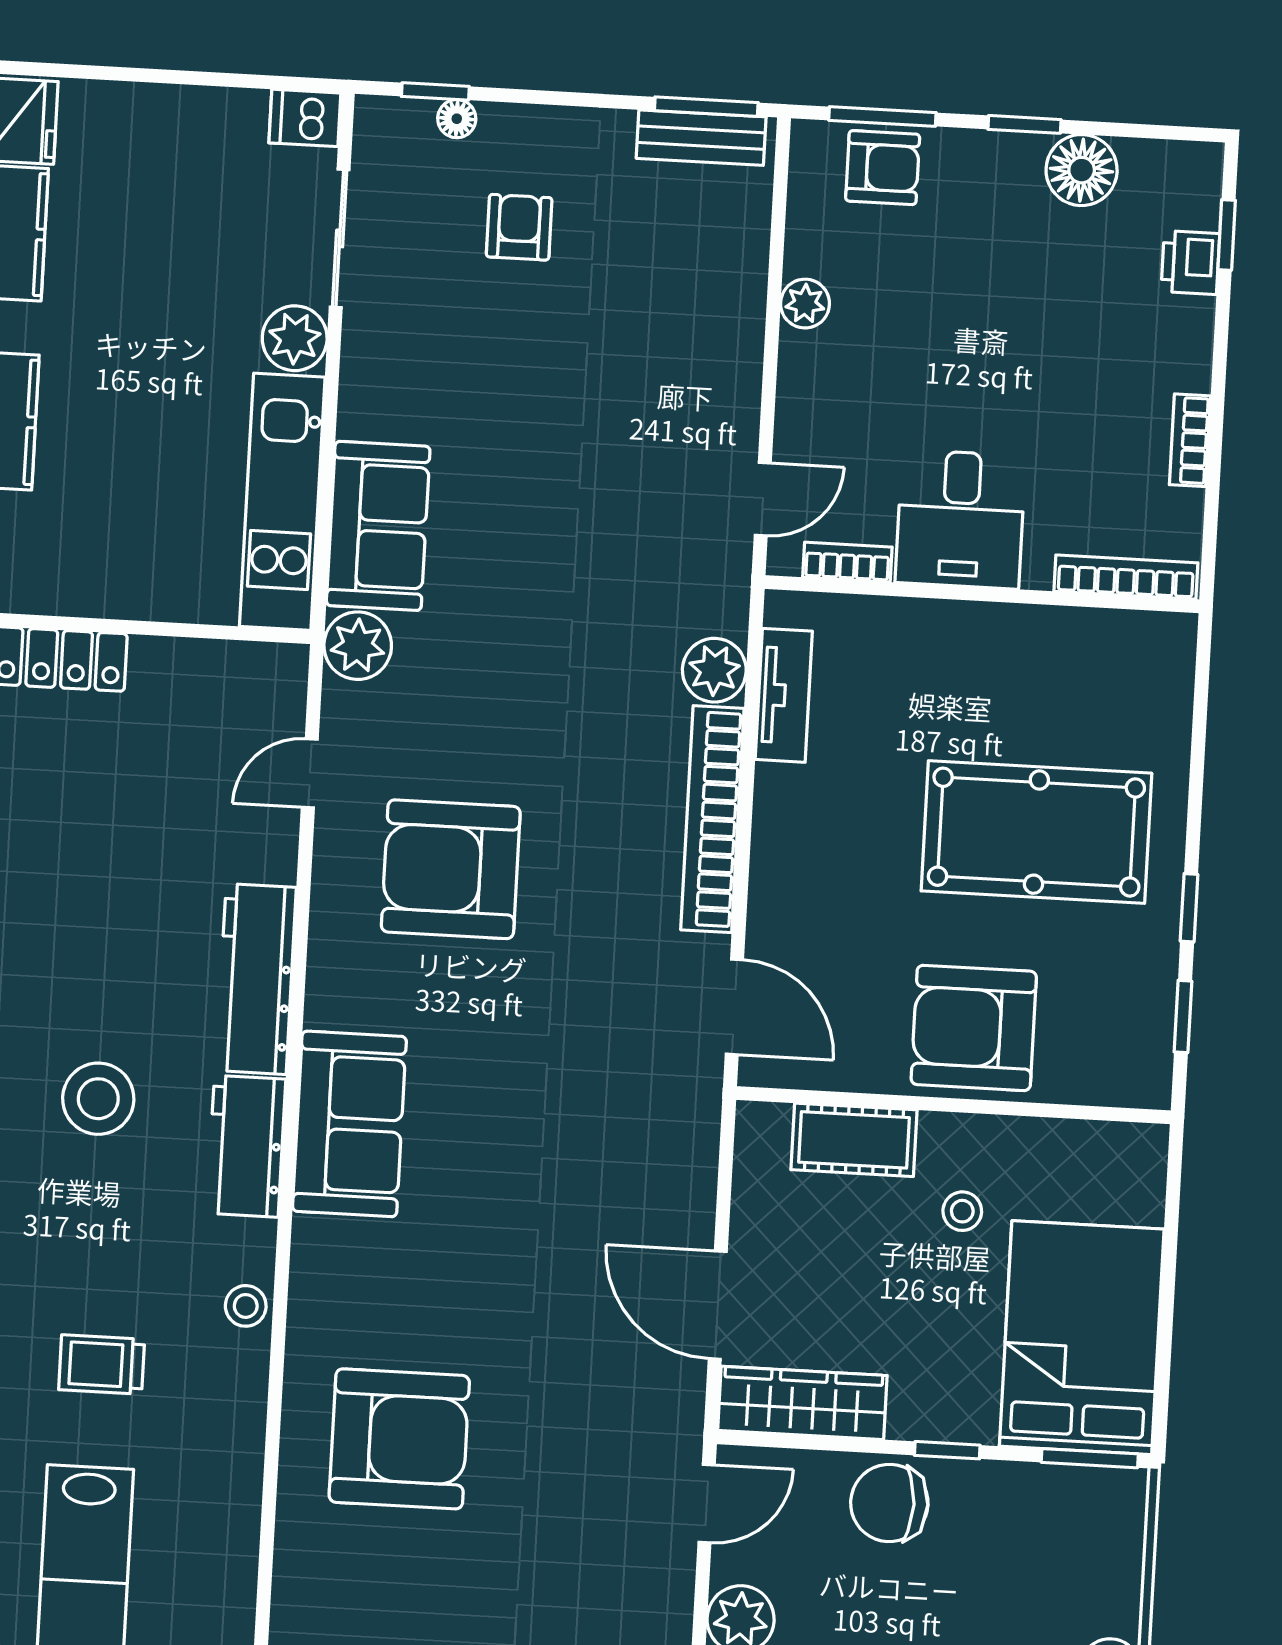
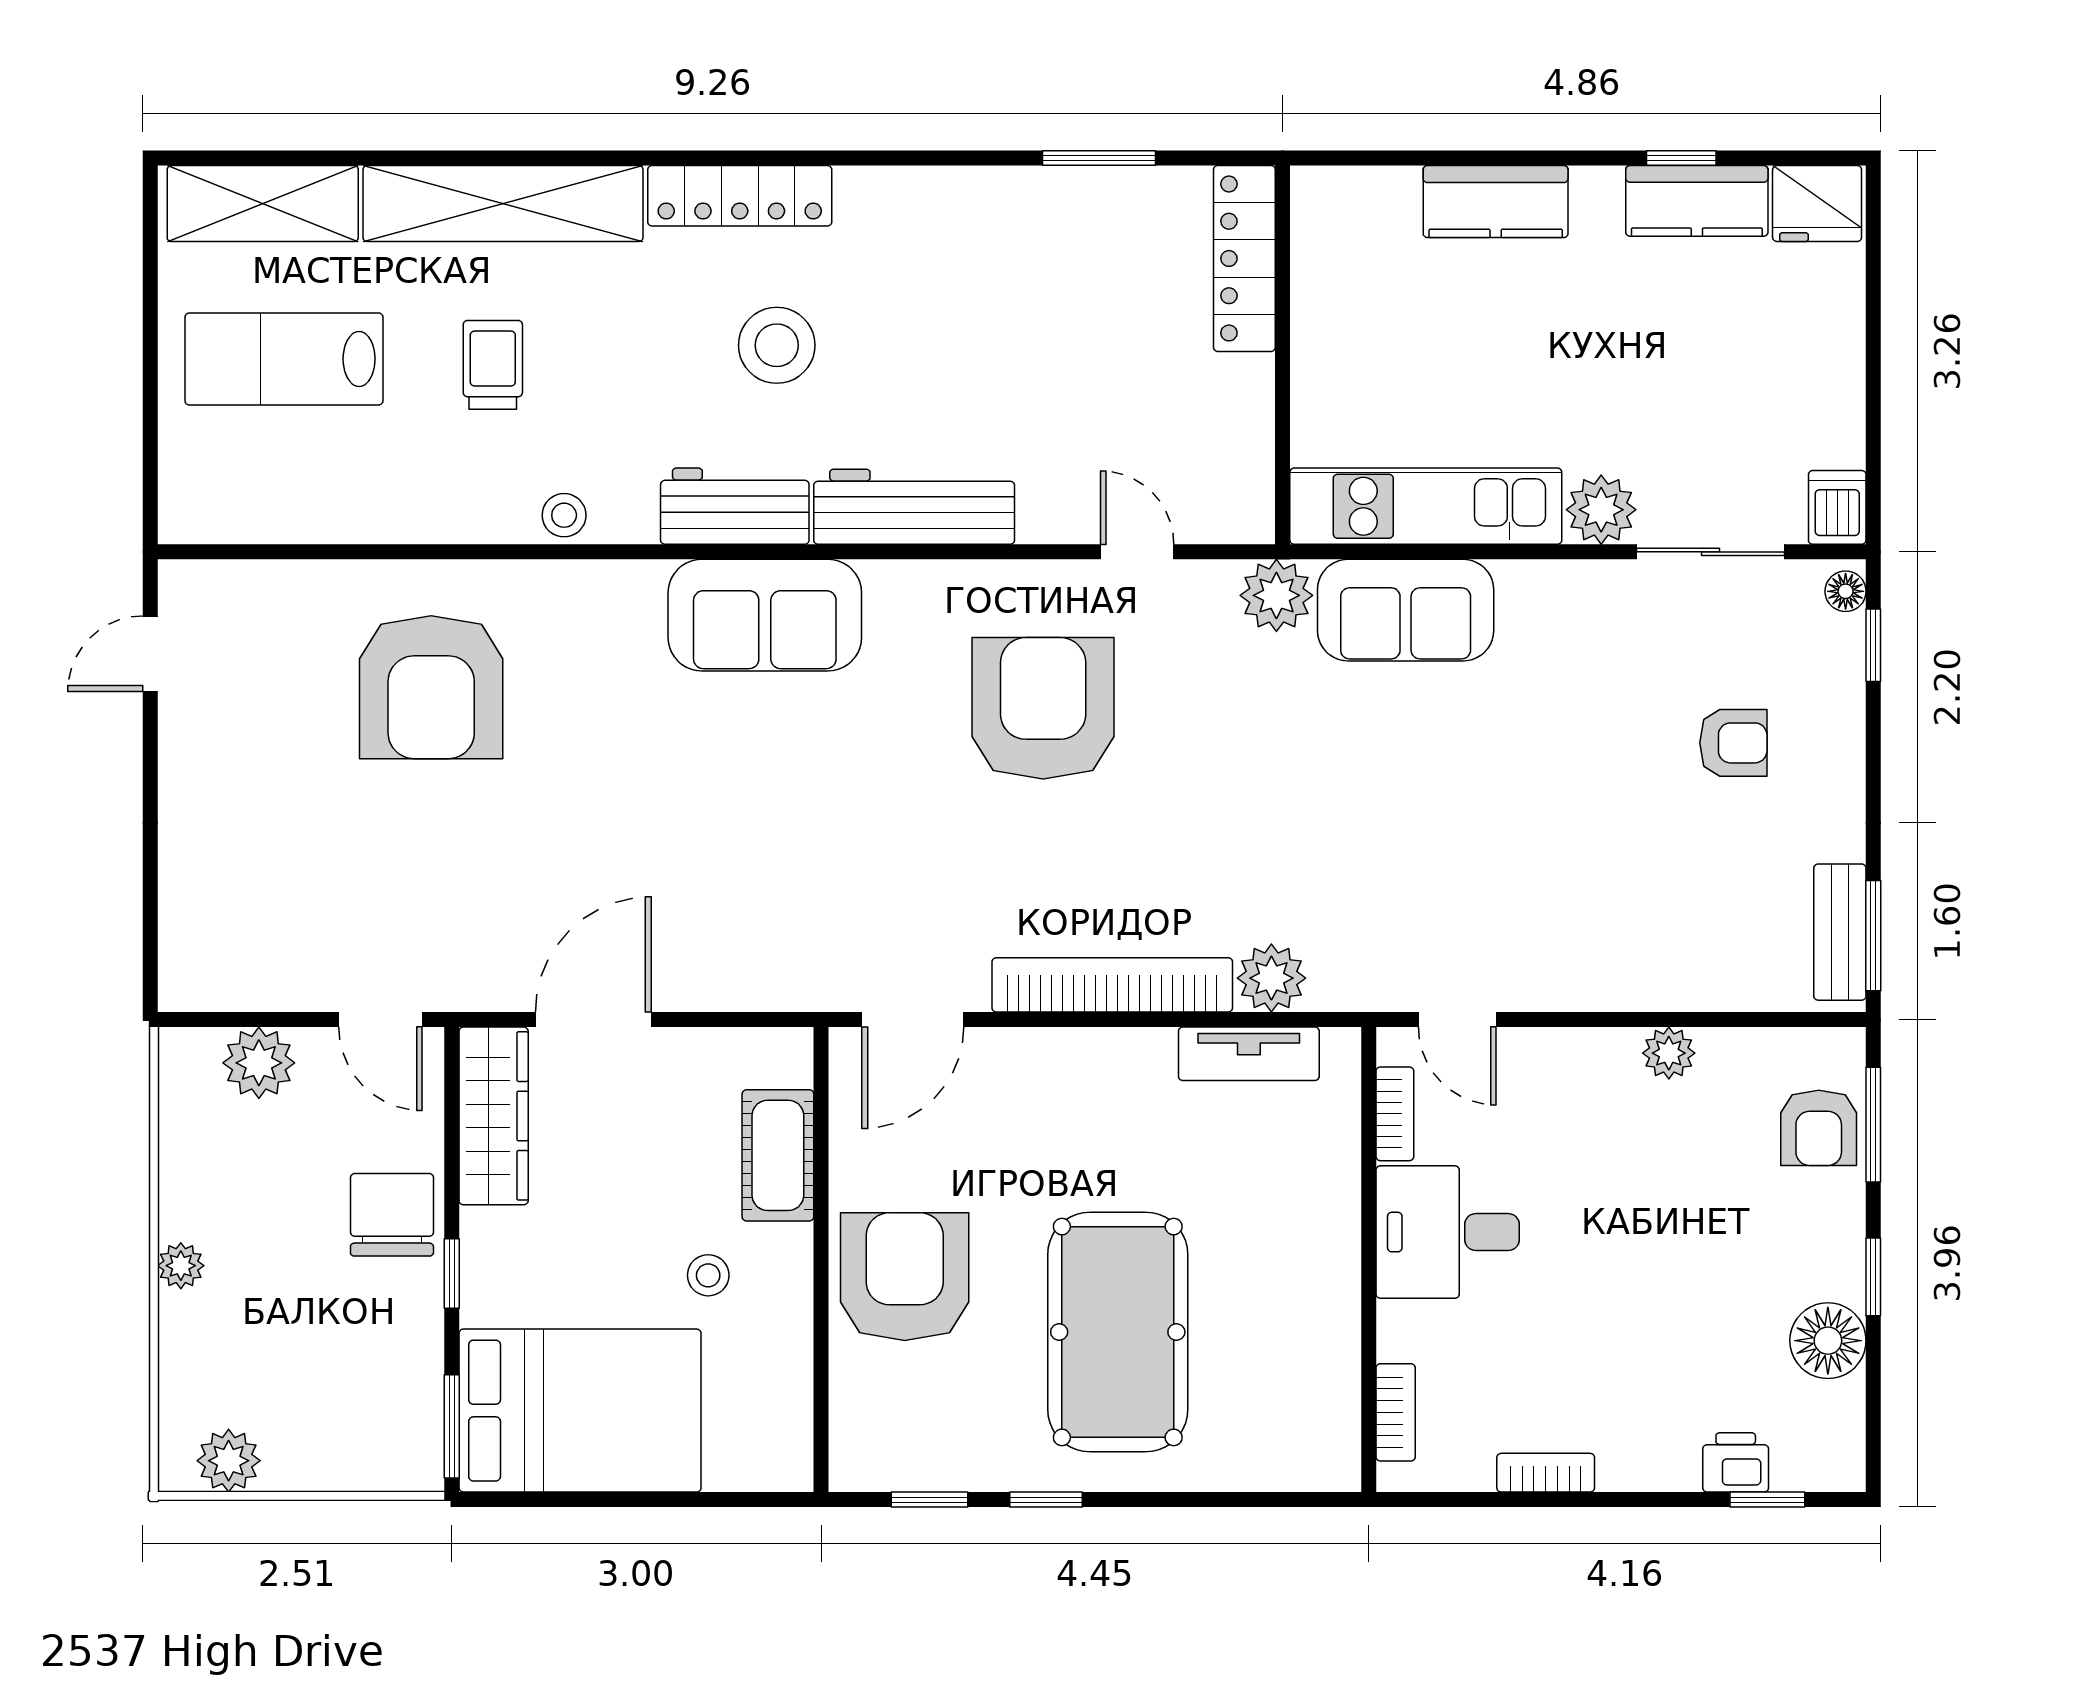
floor lamp: (457, 119) -> (1846, 591), moved
bookcase: (1126, 577) -> (1396, 1412), width x0.64

